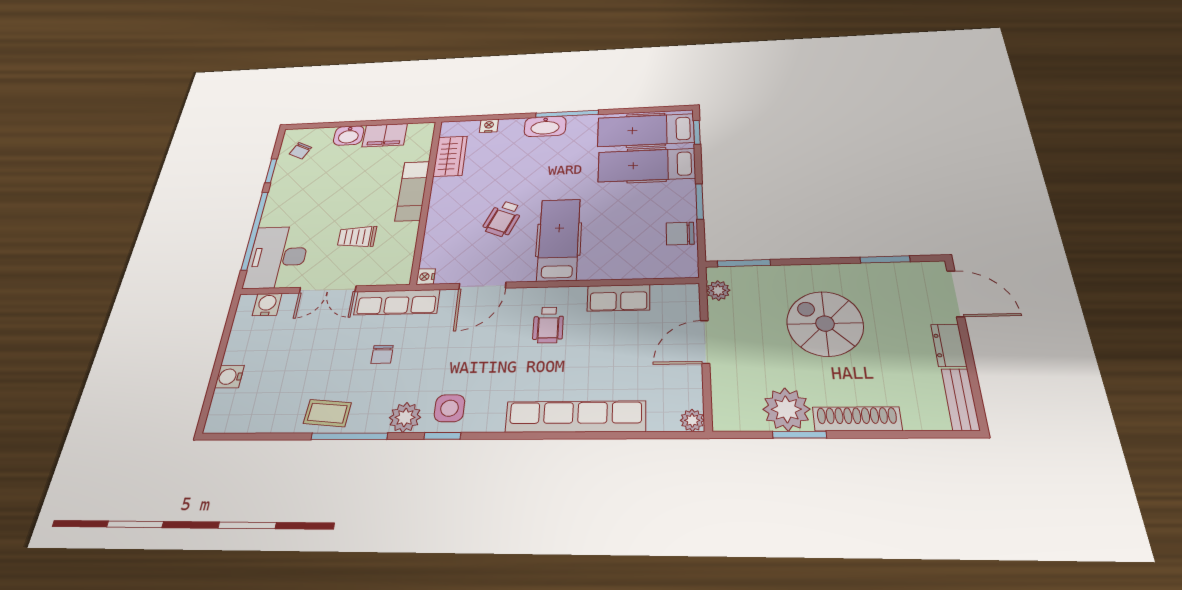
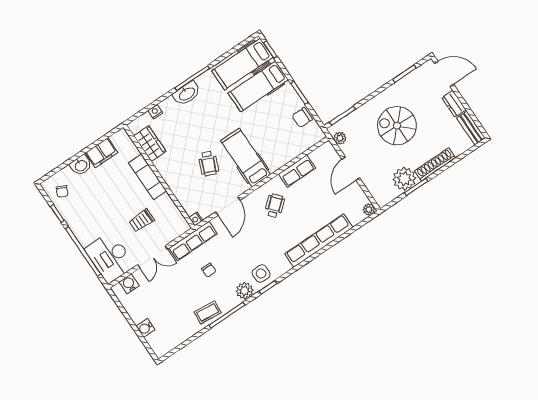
wheelchair: (548, 325) -> (275, 206), turned -131

